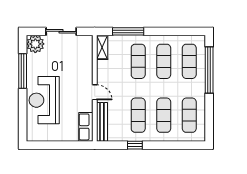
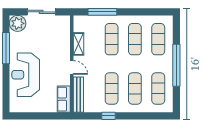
shelving: (102, 47) -> (79, 44), moved
window: (209, 70) -> (176, 65), moved

